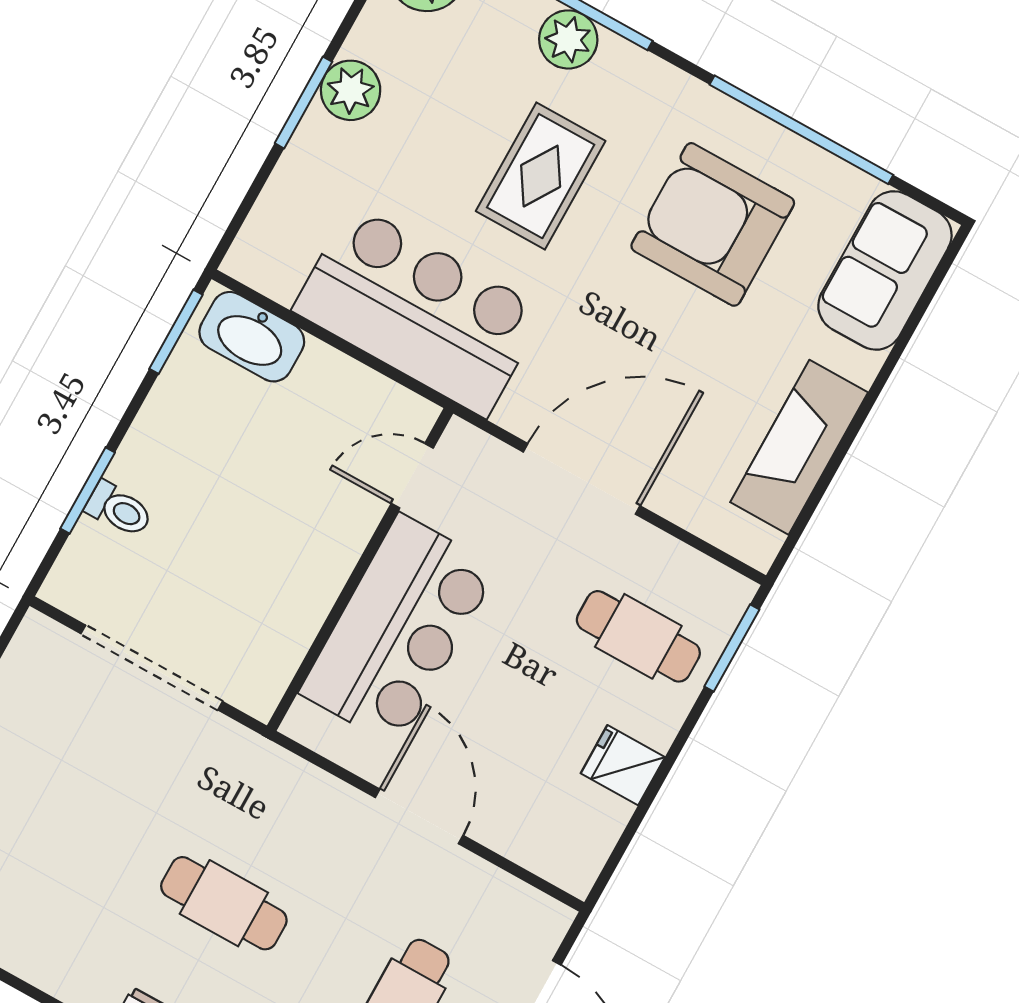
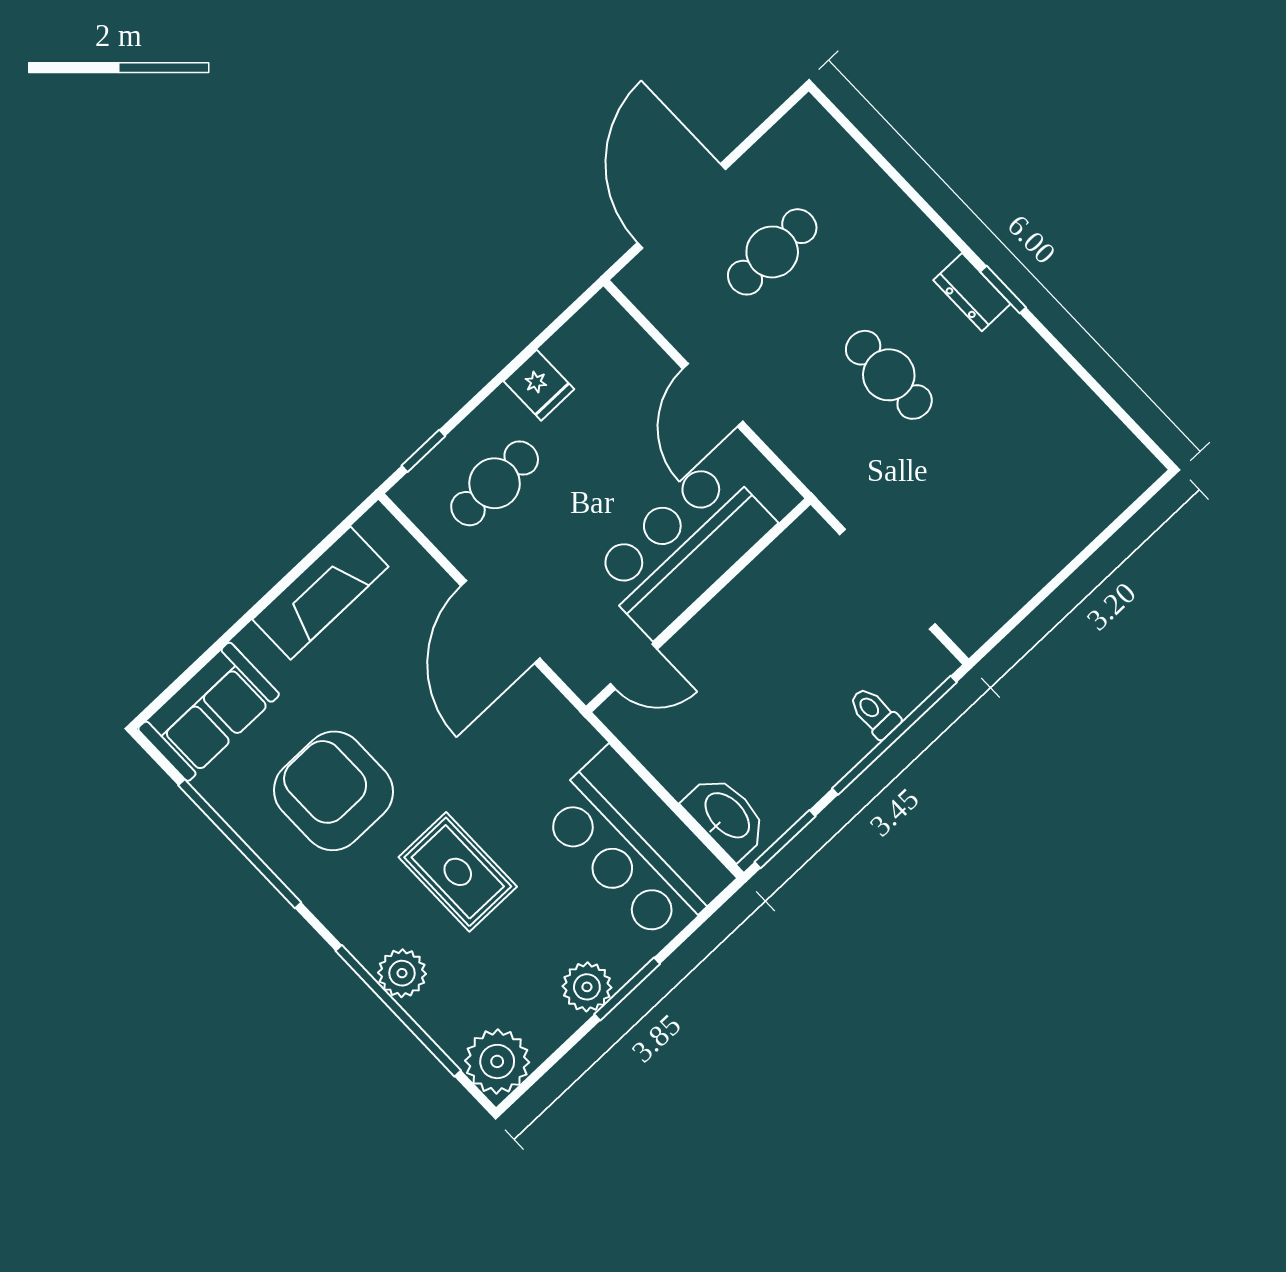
rug: (541, 176) -> (458, 872), turned 90
armchair: (713, 224) -> (333, 791), turned 180
bar counter: (419, 311) -> (636, 846), moved
door: (582, 479) -> (500, 622), hinge flipped
window: (88, 491) -> (894, 735), width x2.11
cafe table: (638, 636) -> (495, 483), turned 90
window: (732, 648) -> (423, 451), width x0.67

